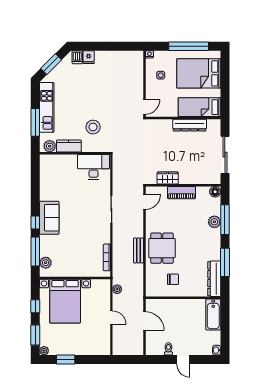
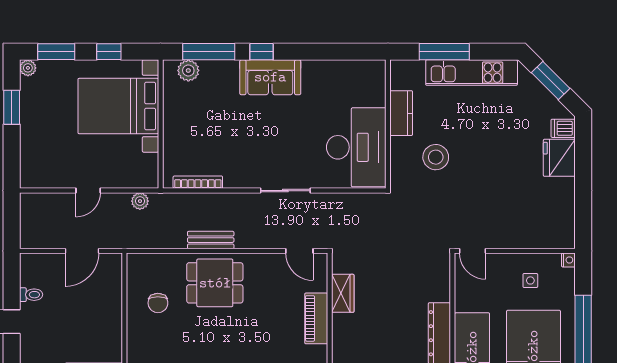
fridge: (89, 57) -> (559, 158), width x1.88, depth x1.34
plant: (50, 146) -> (401, 78), removed
desk: (93, 167) -> (356, 147), width x1.36, depth x1.30

